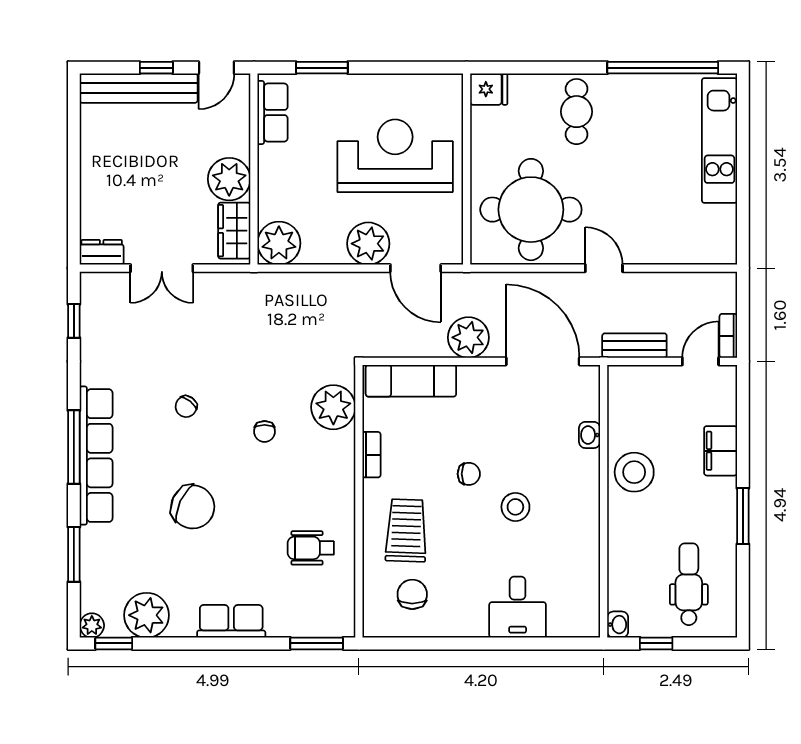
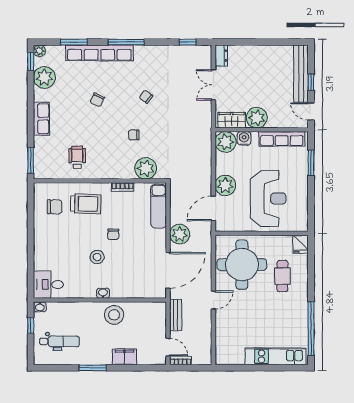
cafe table: (577, 112) -> (282, 276), moved, turned 90
row of seats: (273, 113) -> (282, 139), width x1.48
water cooler: (272, 205) -> (244, 138), added
washbasin: (590, 435) -> (103, 293), moved
row of seats: (96, 456) -> (99, 53), moved
chair: (193, 507) -> (97, 100), width x0.54, depth x0.54
desk: (518, 607) -> (48, 284), moved

